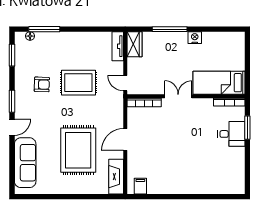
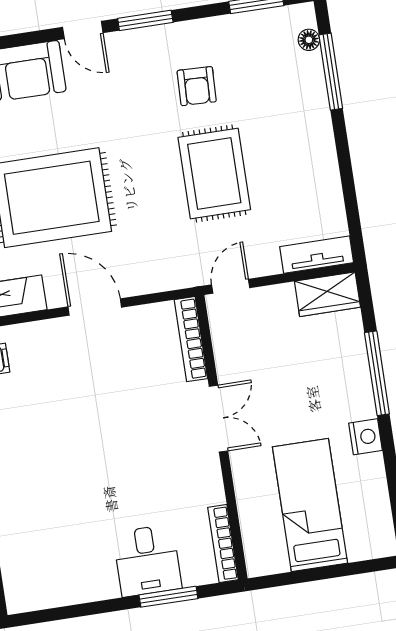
bed: (219, 83) -> (310, 505), moved

